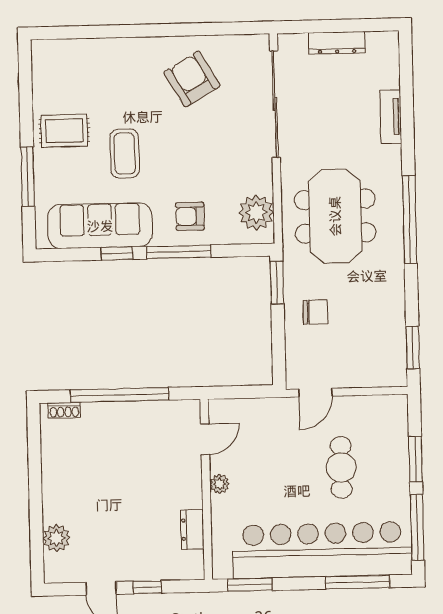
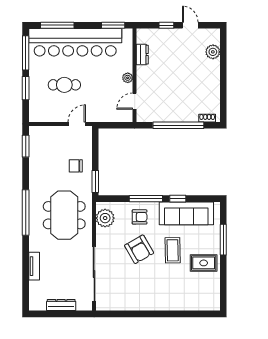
armchair: (192, 79) -> (139, 249), moved
cafe table: (341, 467) -> (64, 85), turned 90

